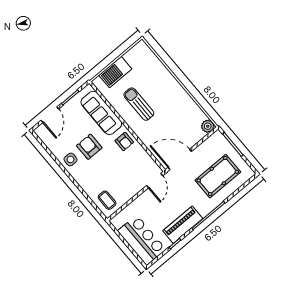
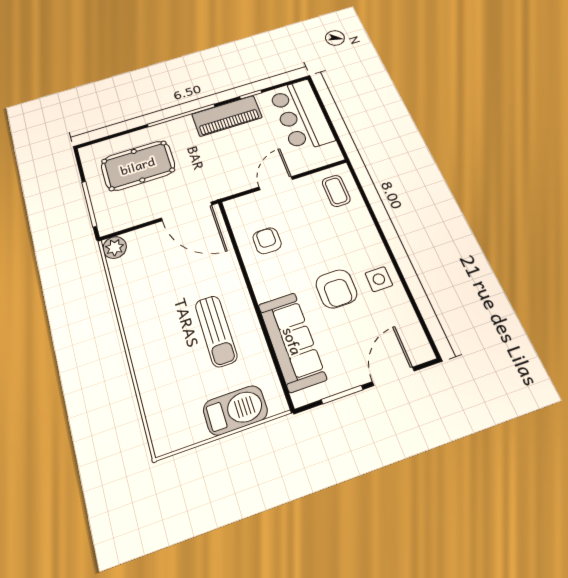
armchair: (124, 142) -> (267, 241), moved
door: (155, 181) -> (276, 183), moved

